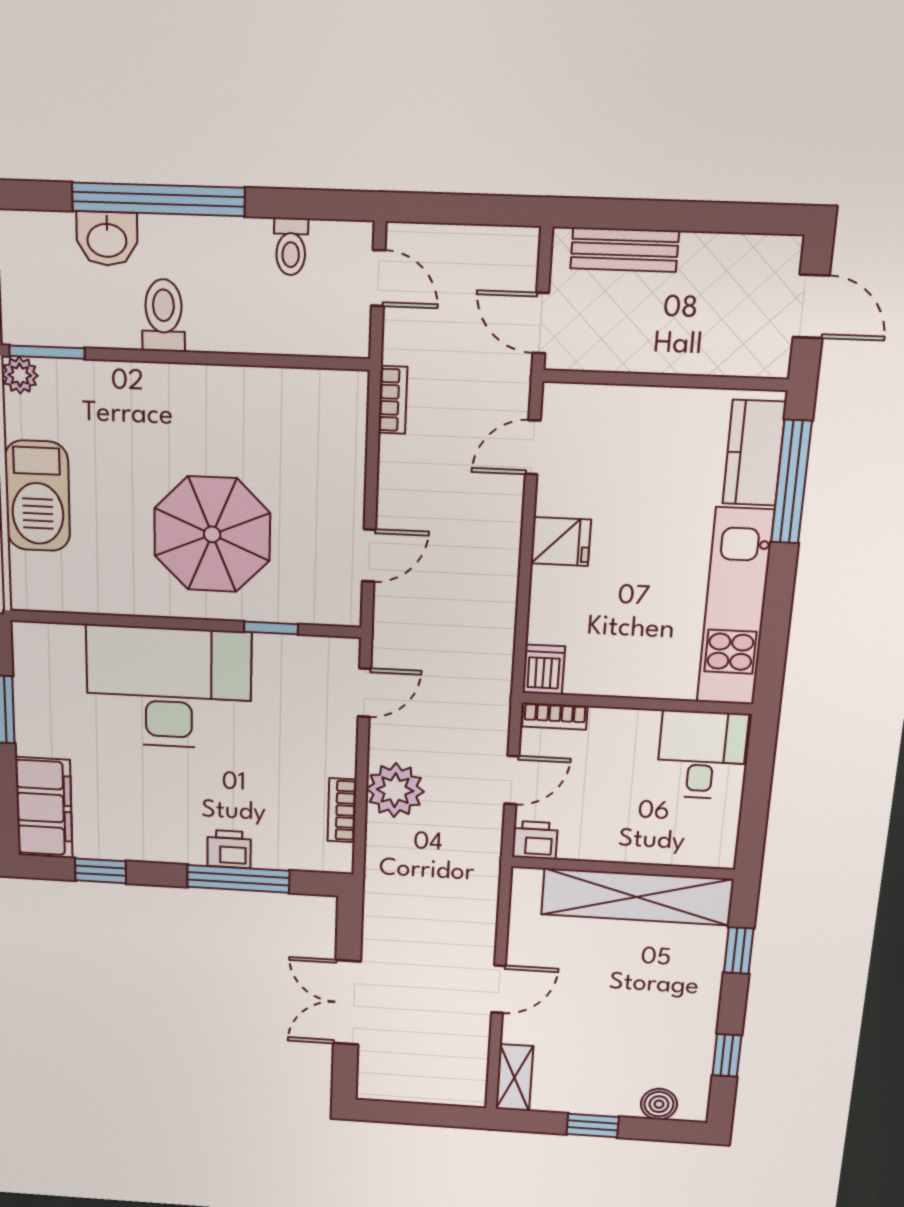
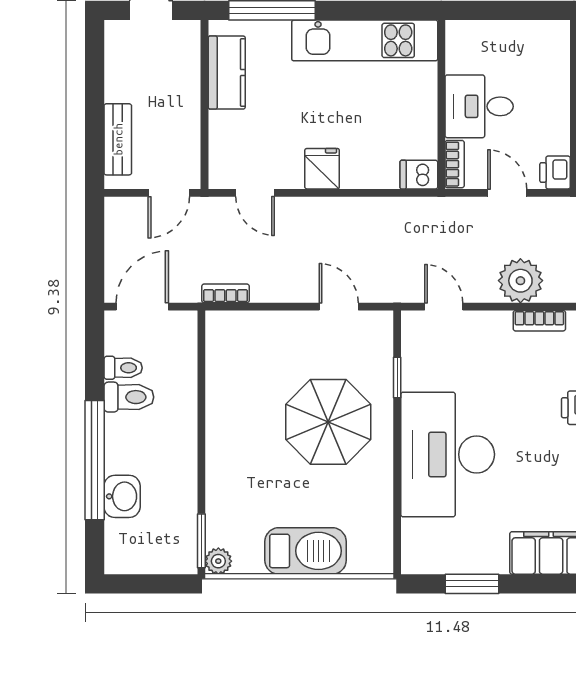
door: (378, 278) -> (142, 307), width x1.38
toilet: (163, 315) -> (129, 397), moved, turned 180
kitchen counter: (754, 453) -> (227, 73), moved, turned -90
desk: (702, 755) -> (479, 106), moved

